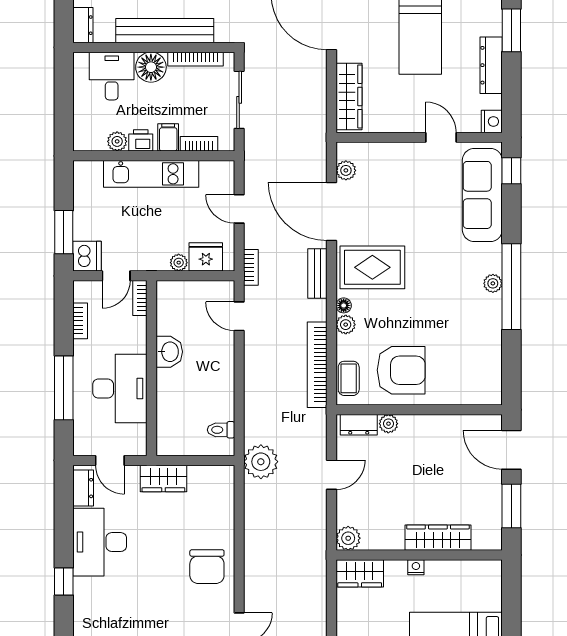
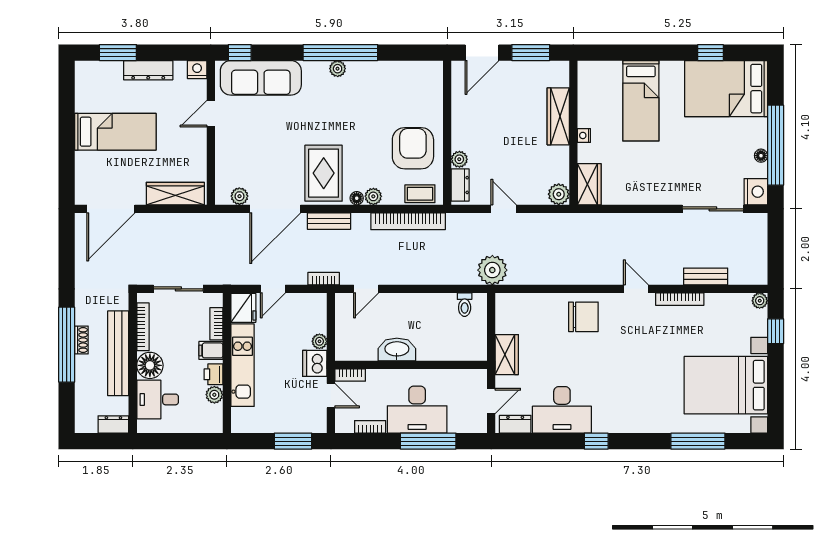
dishwasher: (87, 256) -> (315, 363), moved, turned -90
fridge: (206, 257) -> (243, 308), moved, turned 180
washbasin: (169, 352) -> (397, 350), width x1.38
desk: (120, 389) -> (417, 410), moved, turned 180

